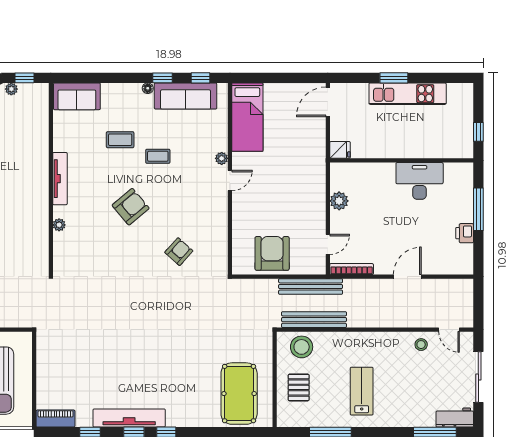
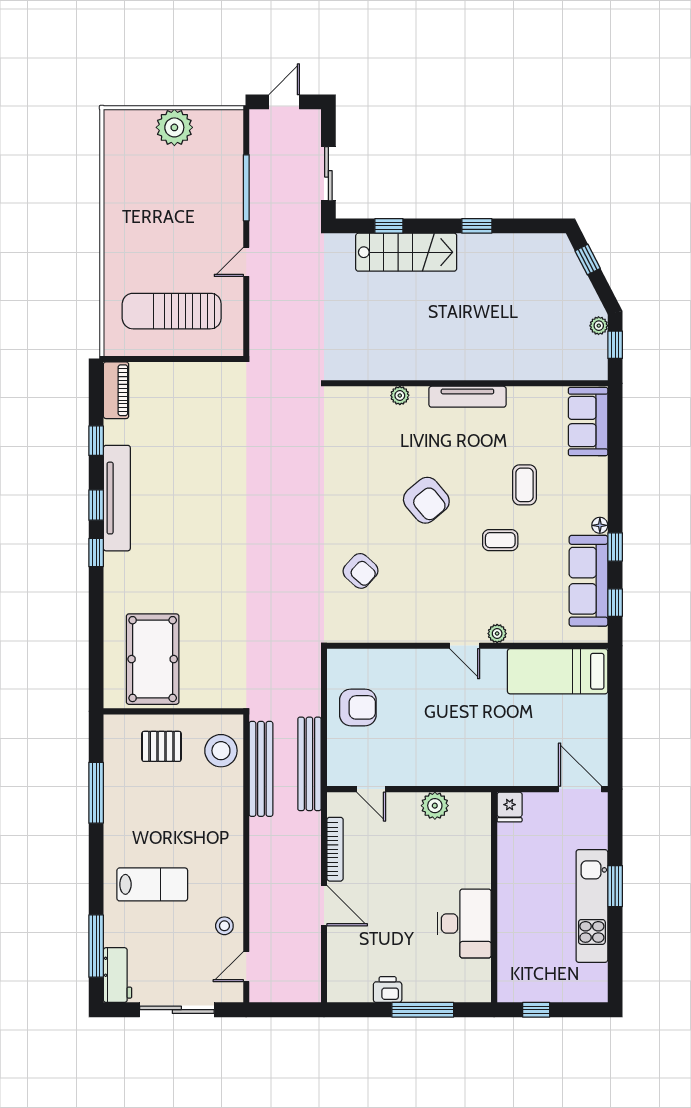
coffee table: (158, 156) -> (500, 540), turned 90
armchair: (272, 253) -> (358, 707), width x0.73, depth x0.73
bookcase: (352, 269) -> (335, 849), moved
lab bench: (362, 391) -> (152, 884), moved
pool table: (239, 394) -> (153, 659), turned 90

